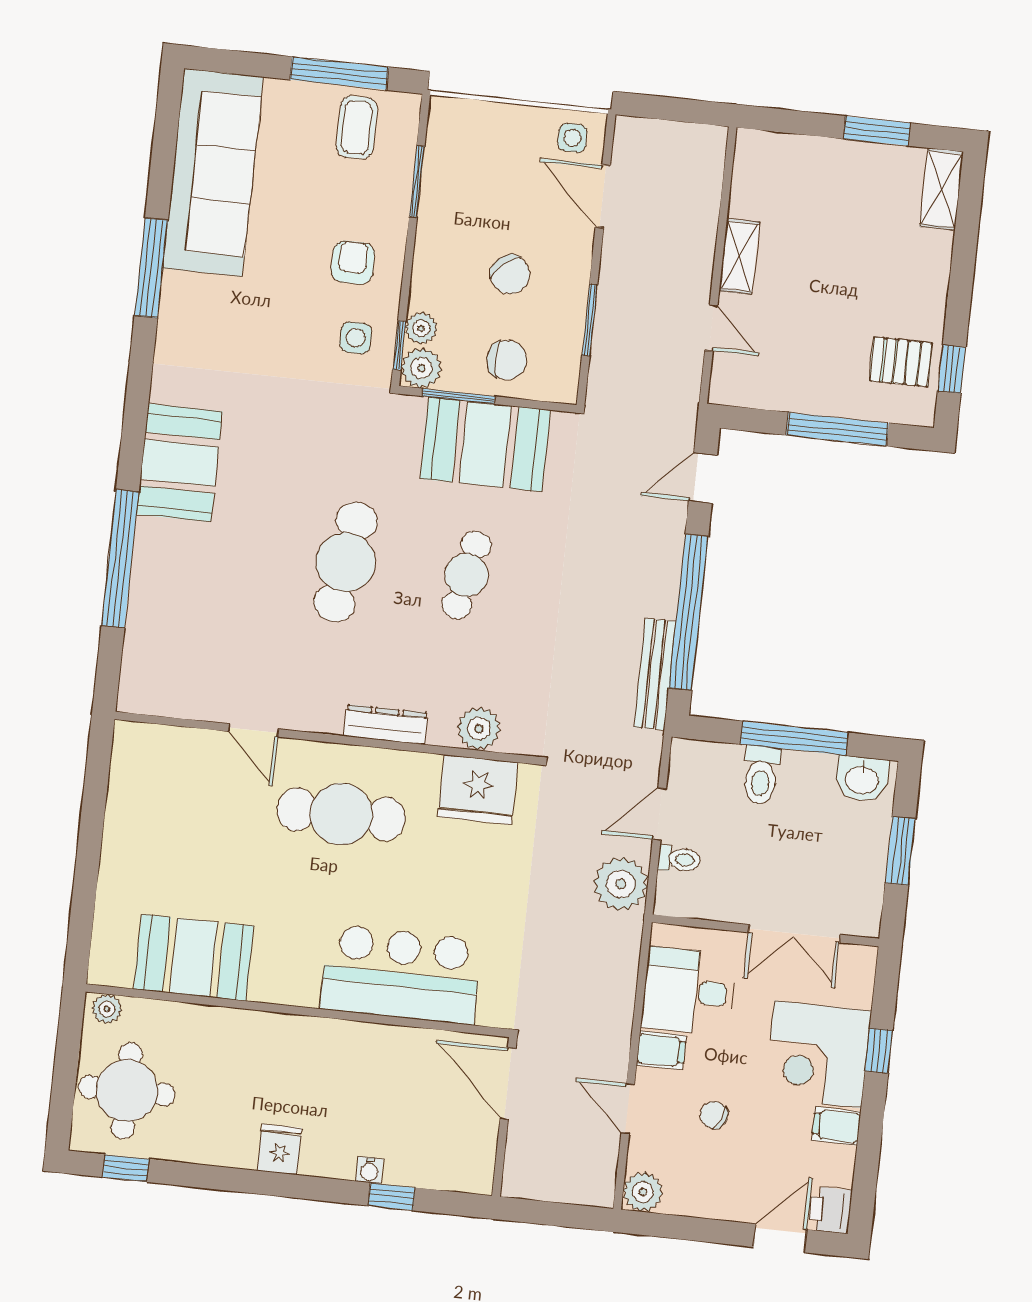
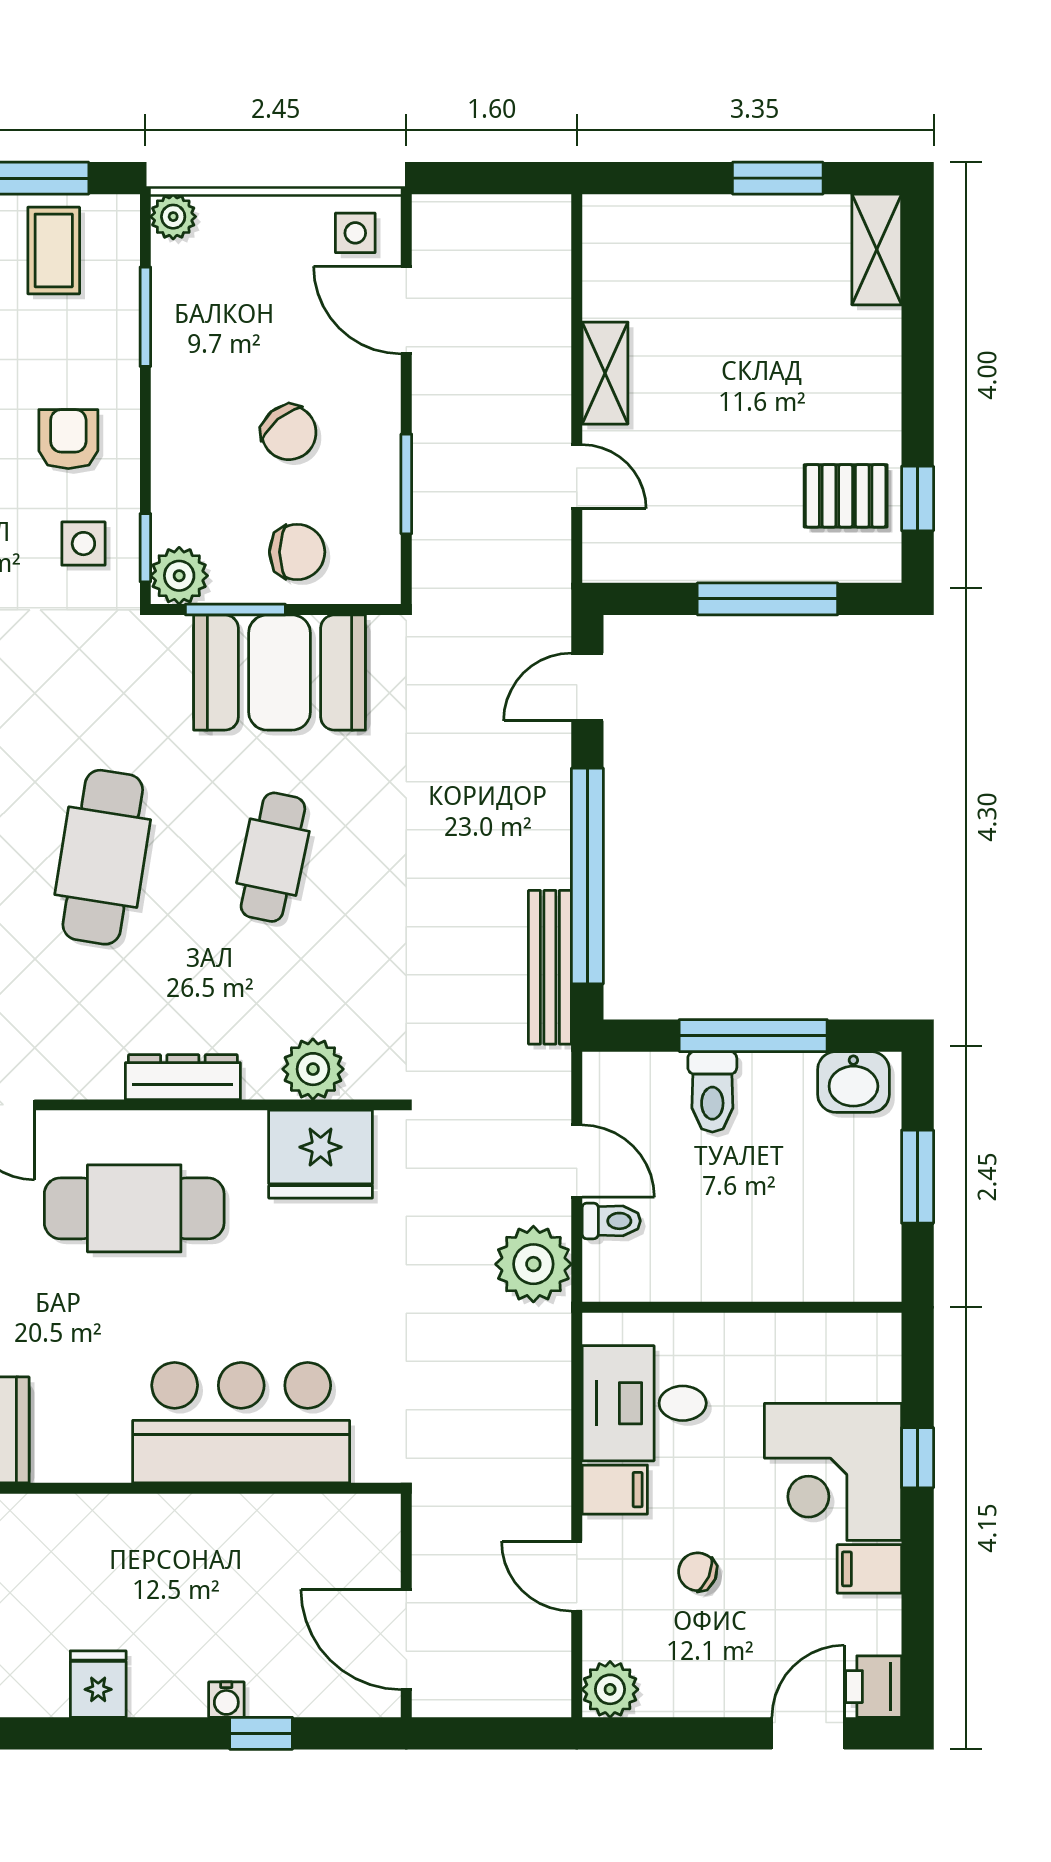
plant: (421, 328) -> (173, 217), moved
door: (659, 814) -> (577, 1161), swing flipped
double door: (794, 933) -> (782, 1307), removed
door: (508, 1084) -> (406, 1639), moved

